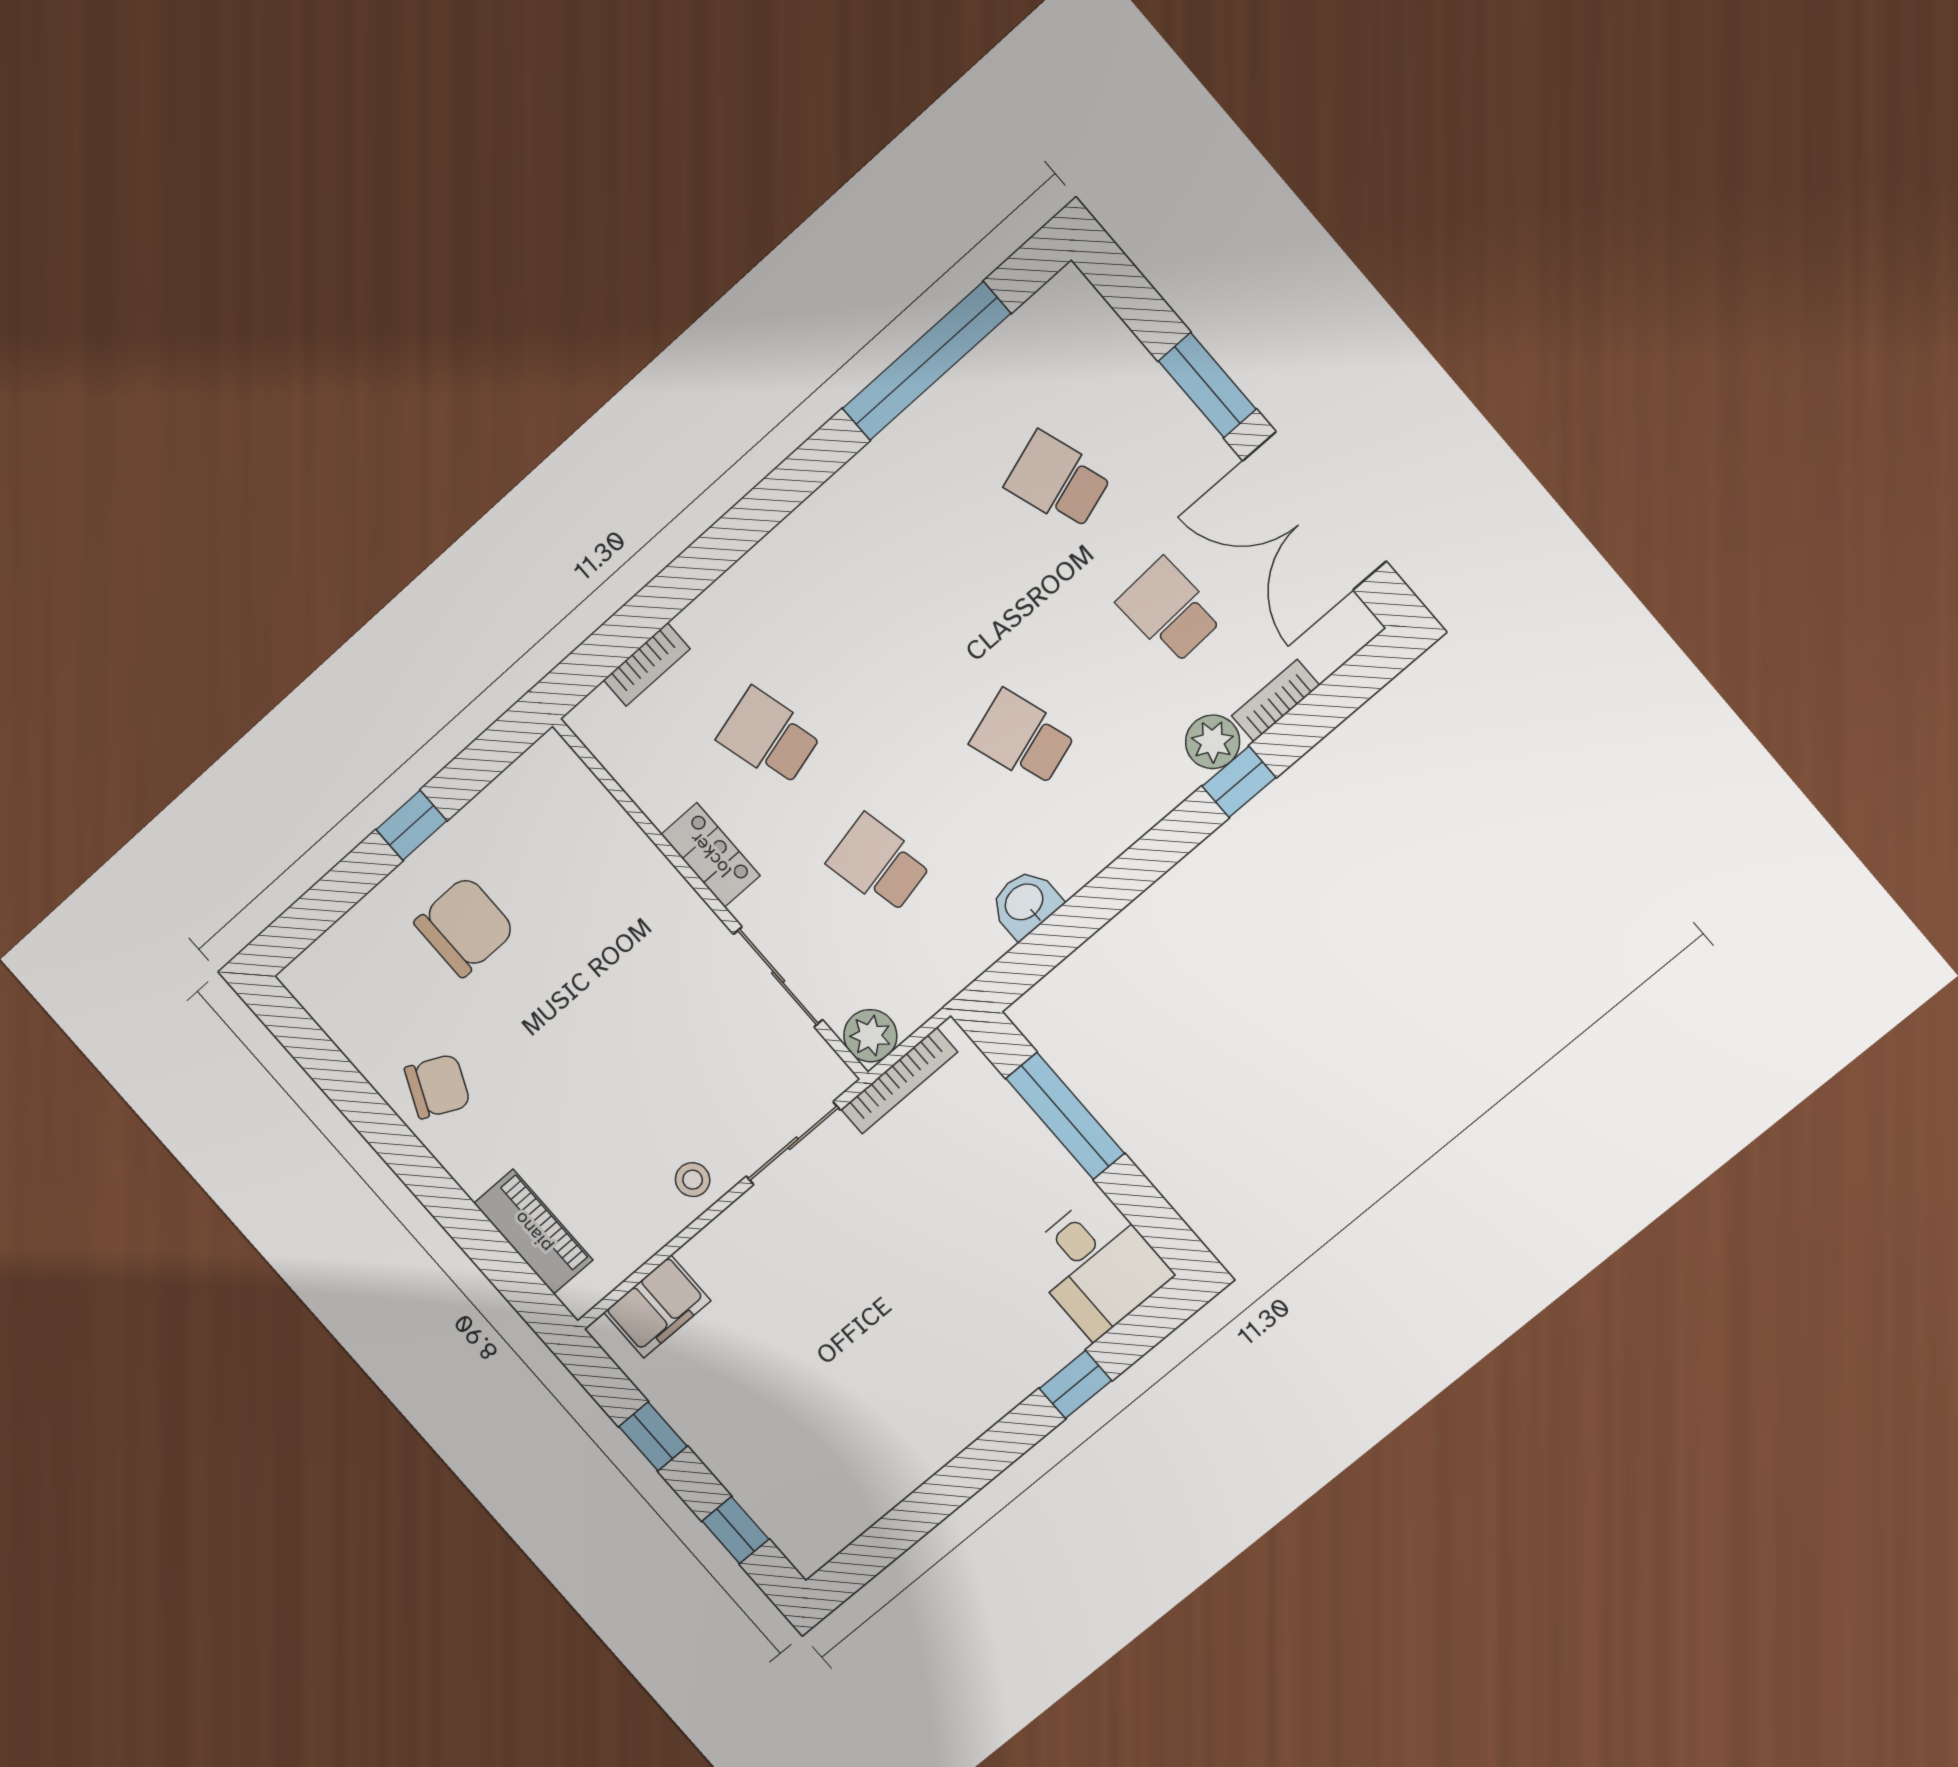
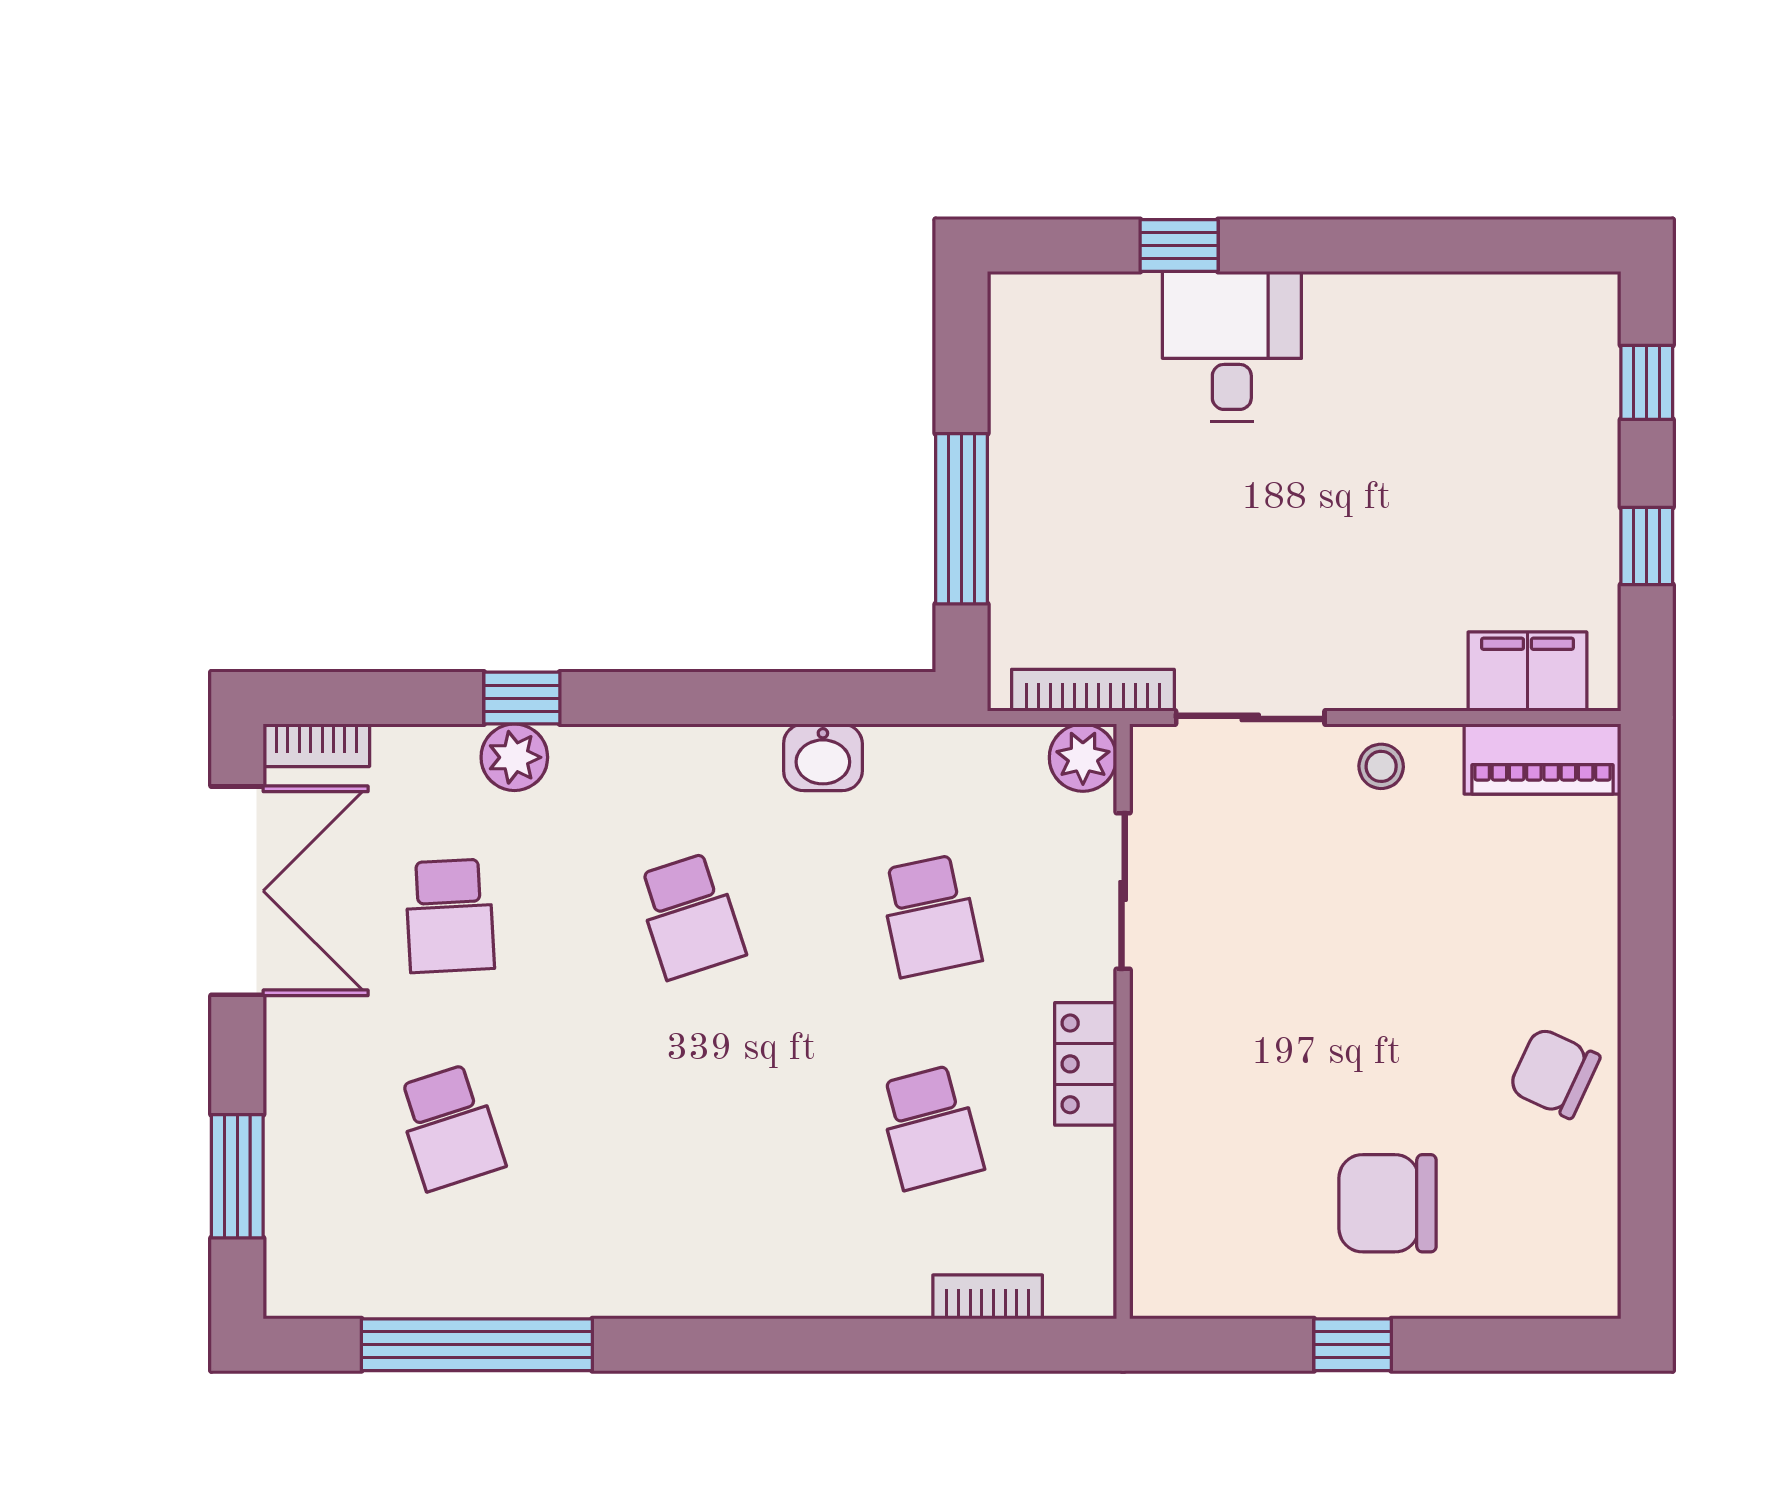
window: (1207, 385) -> (237, 1176), moved
bookcase: (1276, 700) -> (316, 745), moved
piano: (533, 1232) -> (1543, 759), moved, turned -90
desk: (1097, 1265) -> (1232, 346), moved

